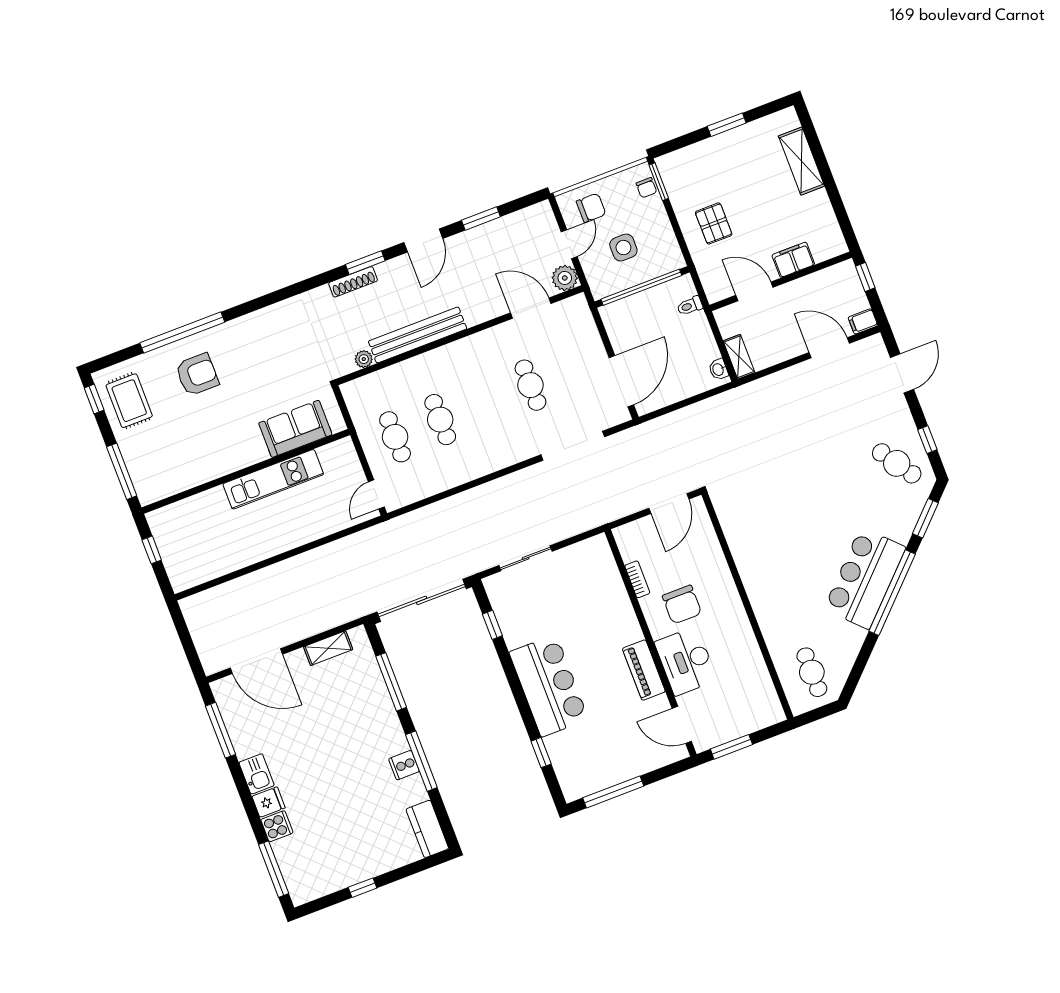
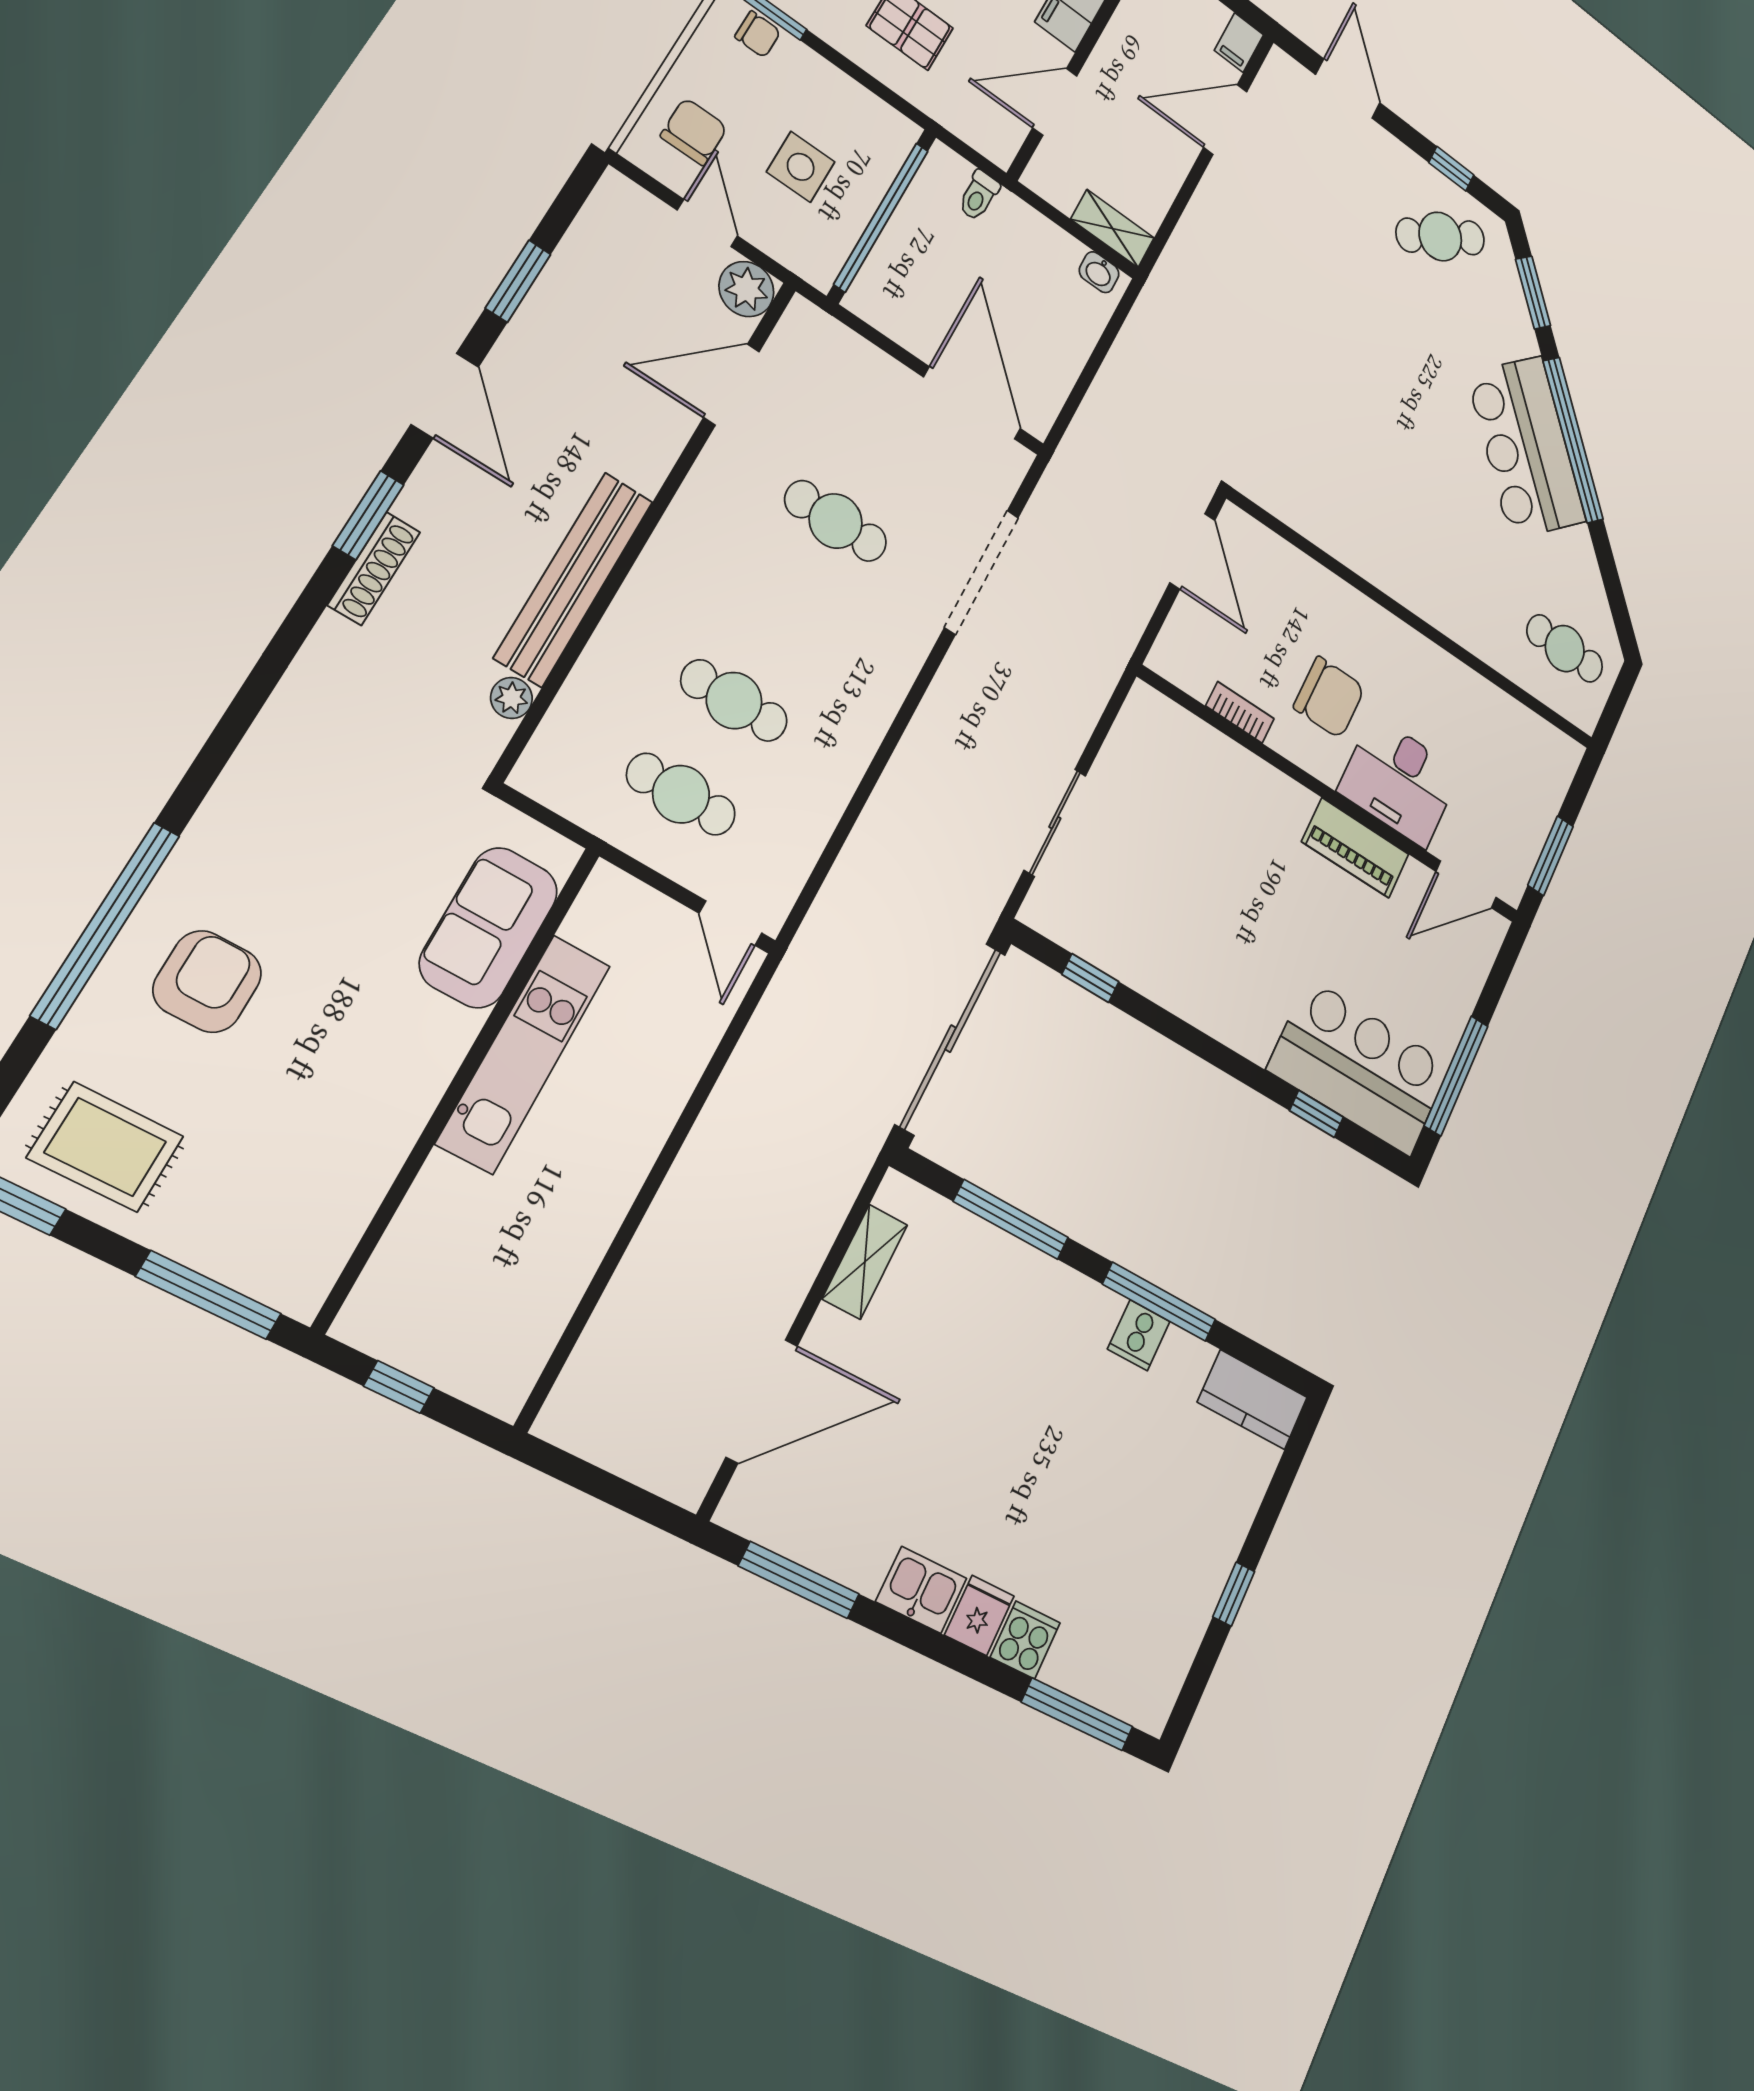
bar counter: (549, 686) -> (1359, 1067), moved

